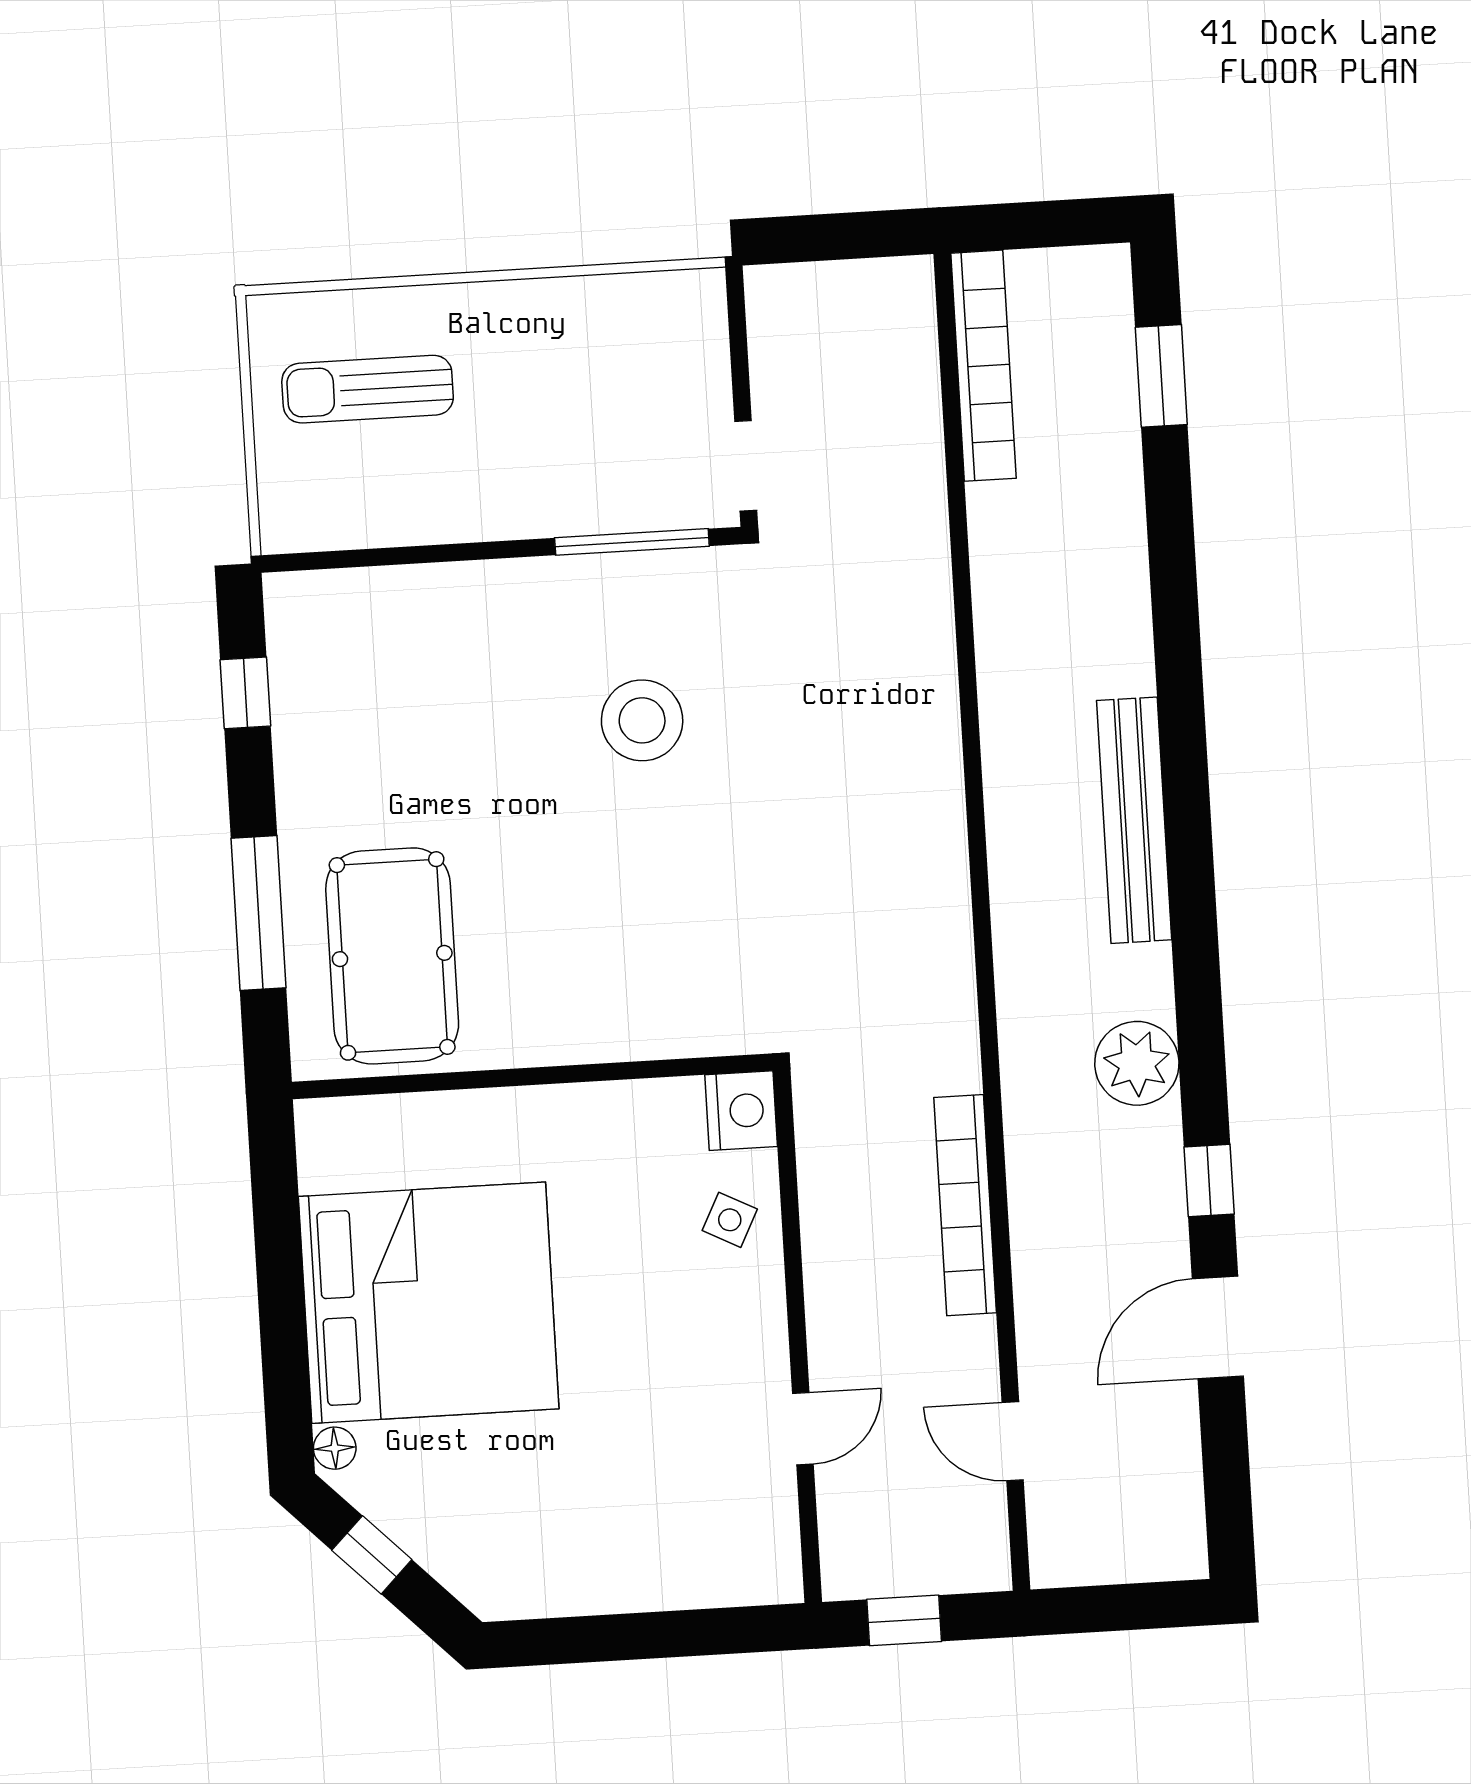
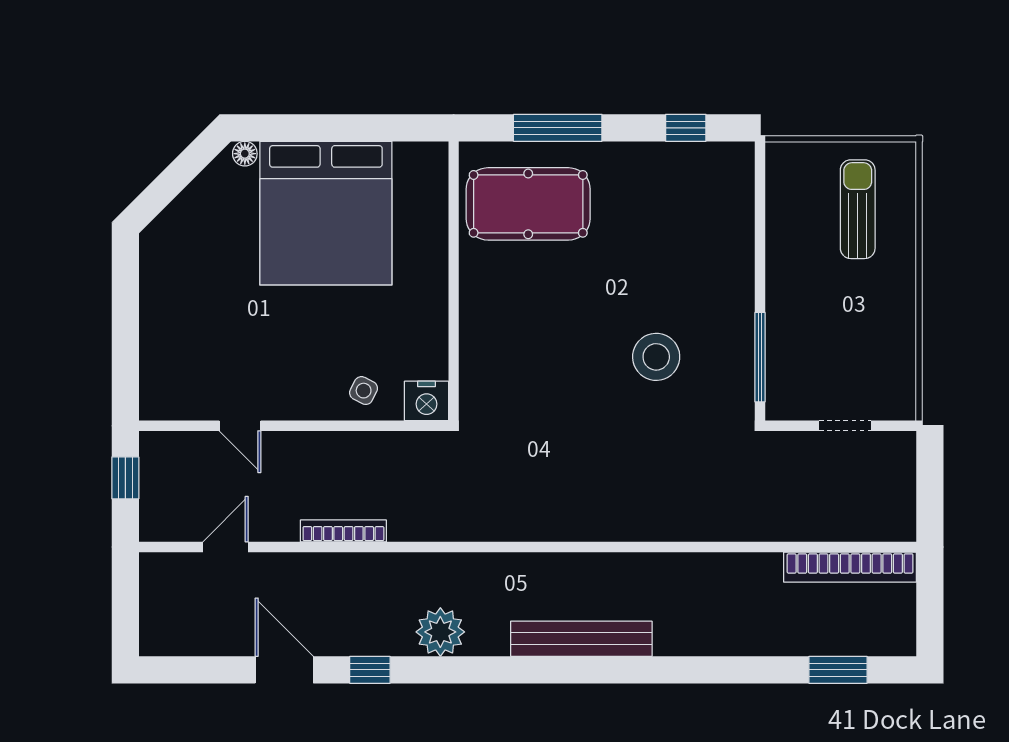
doorway: (746, 466) -> (845, 426), moved
bookcase: (965, 1205) -> (343, 531), width x0.68, depth x0.76
window: (372, 1555) -> (182, 171), removed

